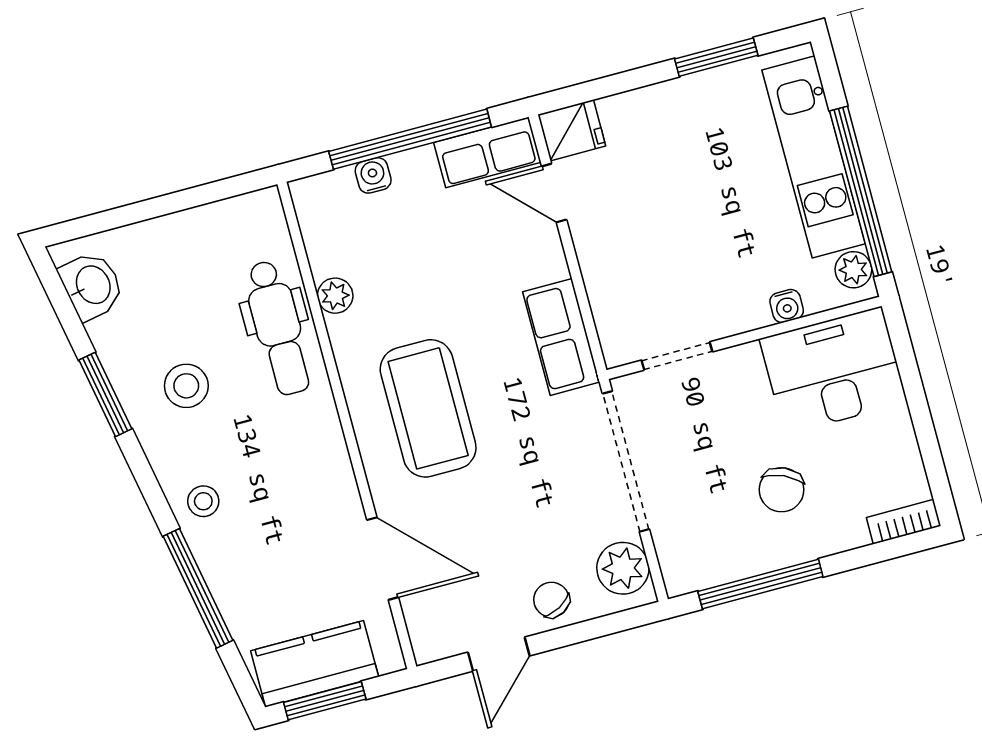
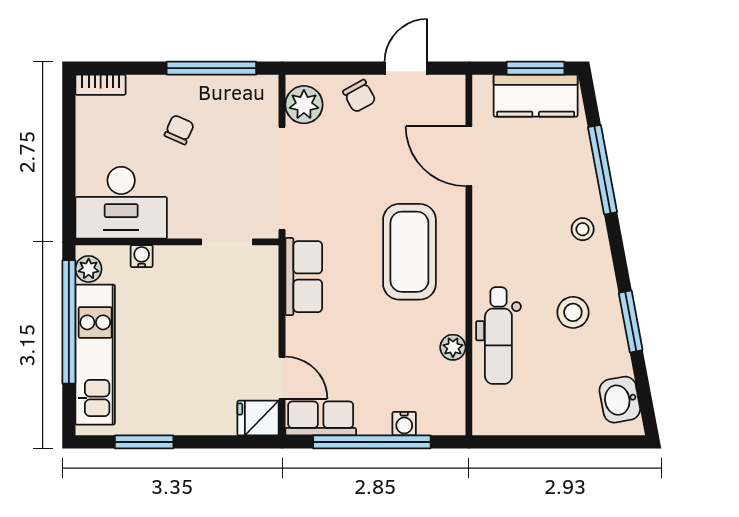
dental chair: (278, 328) -> (498, 336), turned 180
chair: (782, 490) -> (179, 130), width x0.73, depth x0.73

